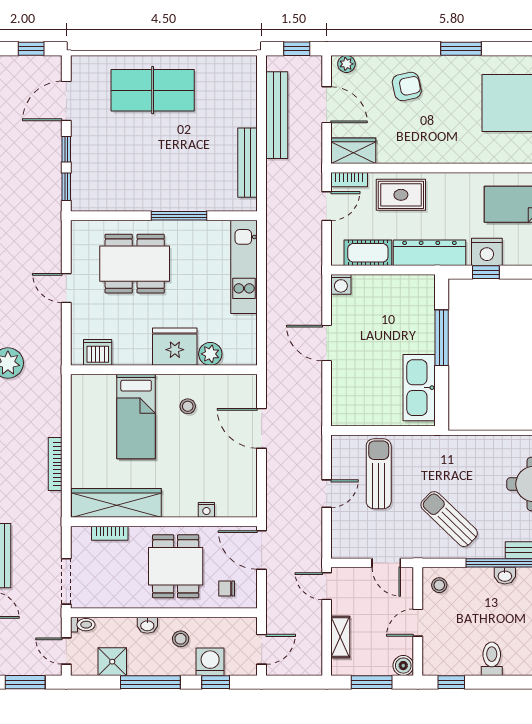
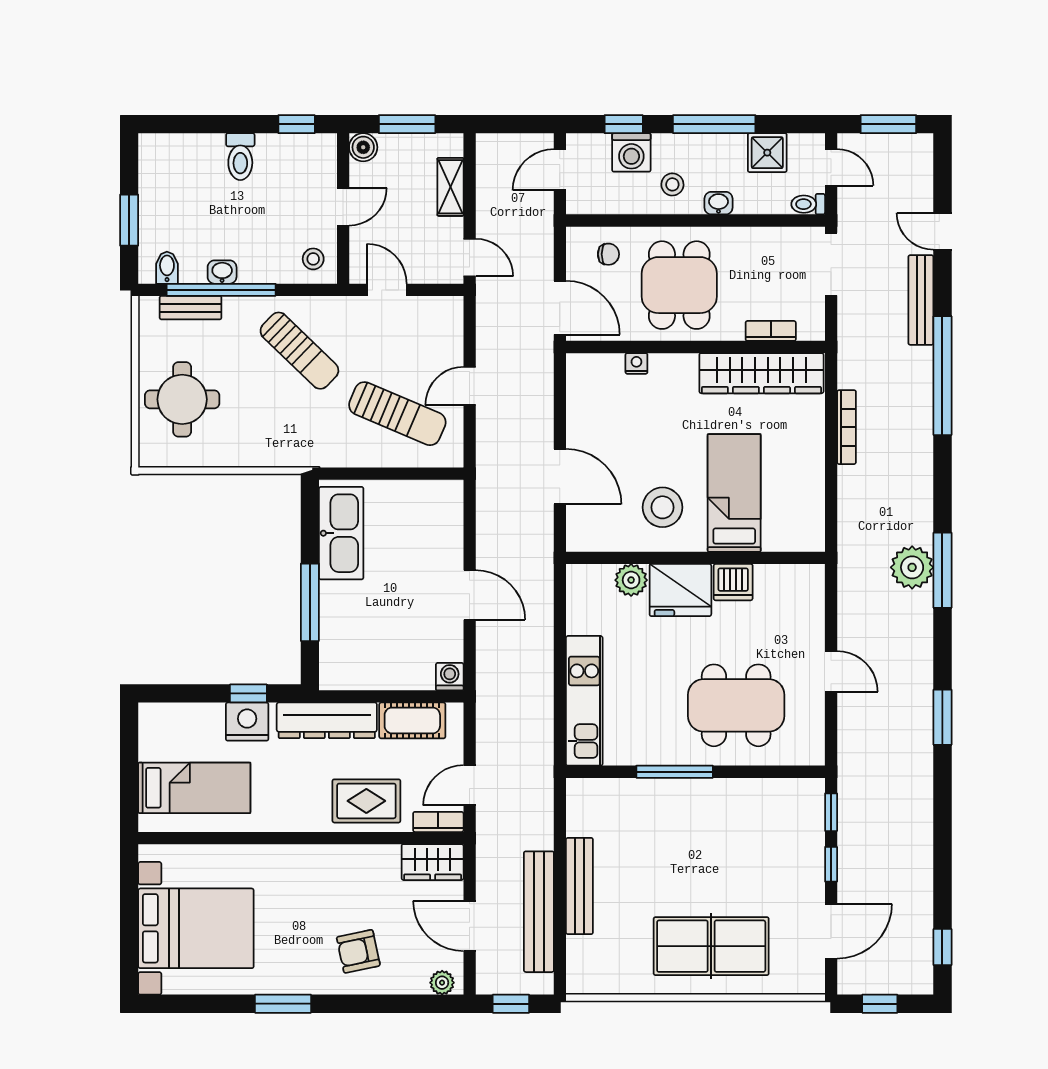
bench: (248, 163) -> (579, 886), moved
dishwasher: (98, 352) -> (733, 582), moved
stool: (188, 406) -> (662, 507), width x1.89, depth x1.89
sun lounger: (379, 474) -> (397, 414), turned -67

